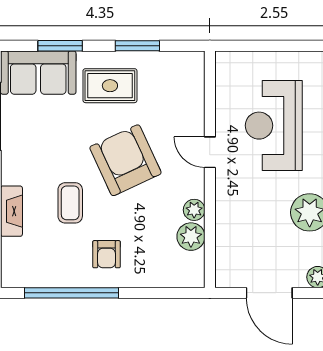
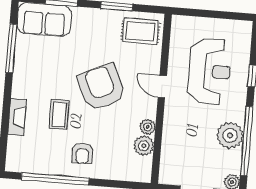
rug: (110, 86) -> (140, 31), moved
reception desk: (274, 126) -> (209, 71), turned 180

